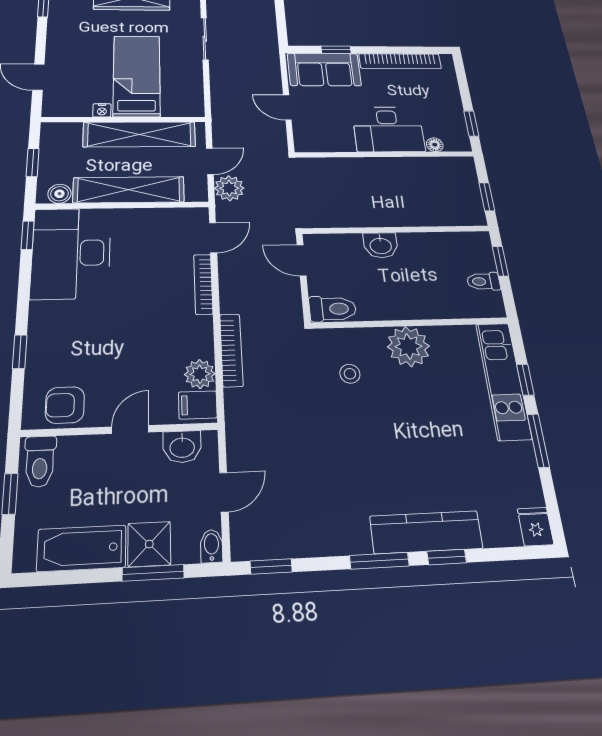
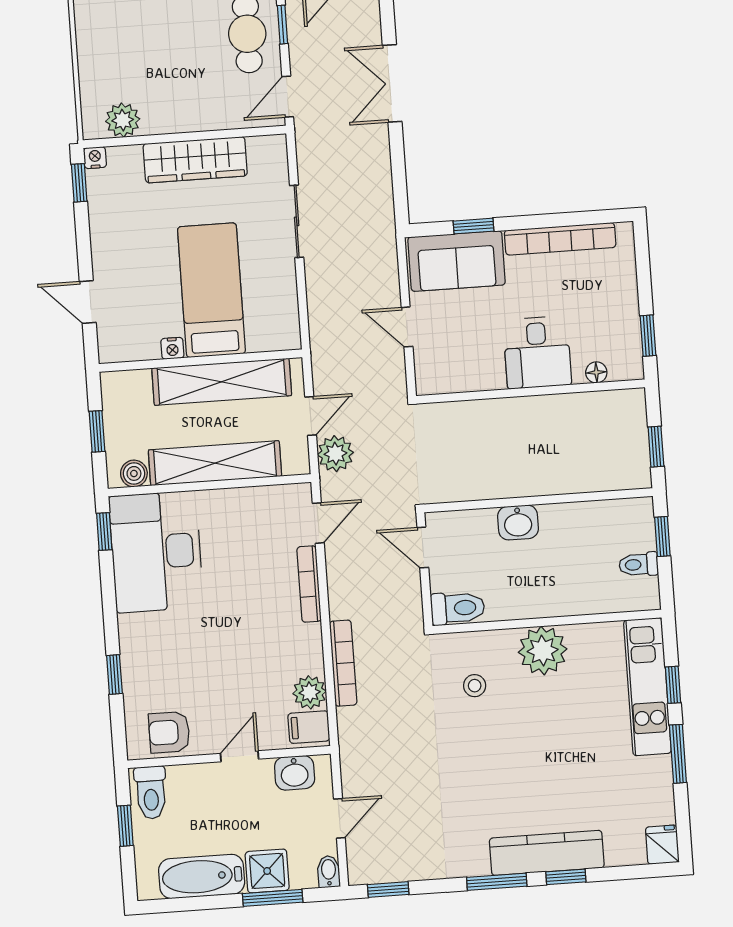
desk: (388, 129) -> (537, 352), width x0.73

